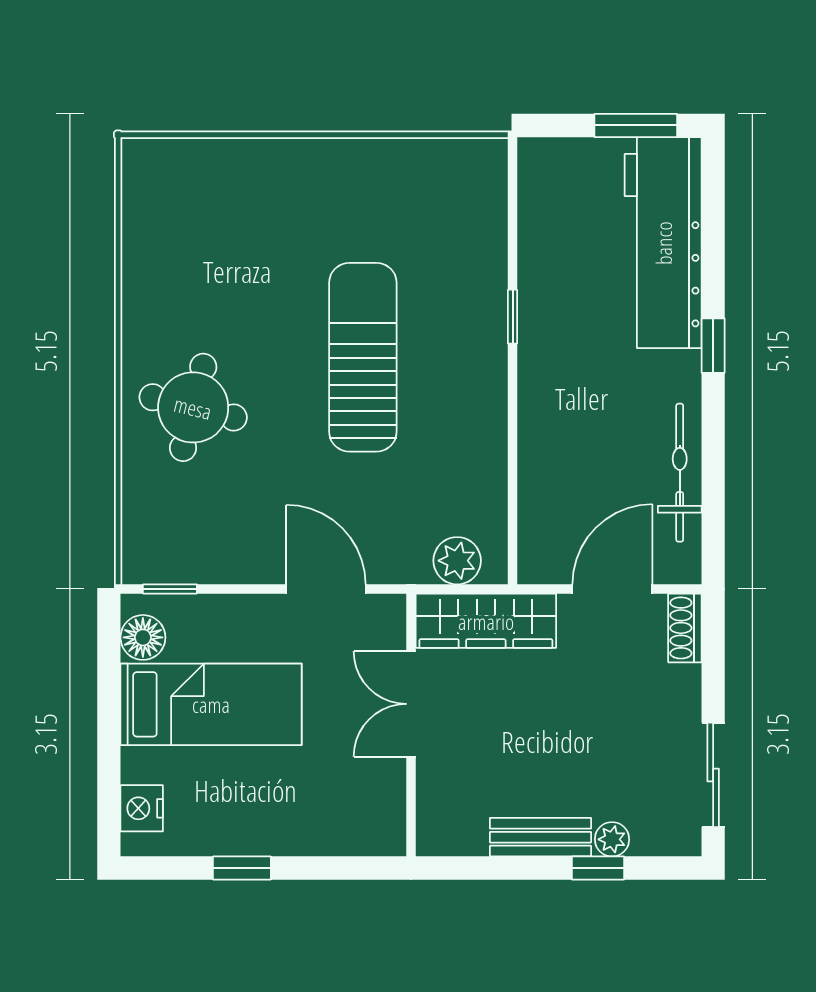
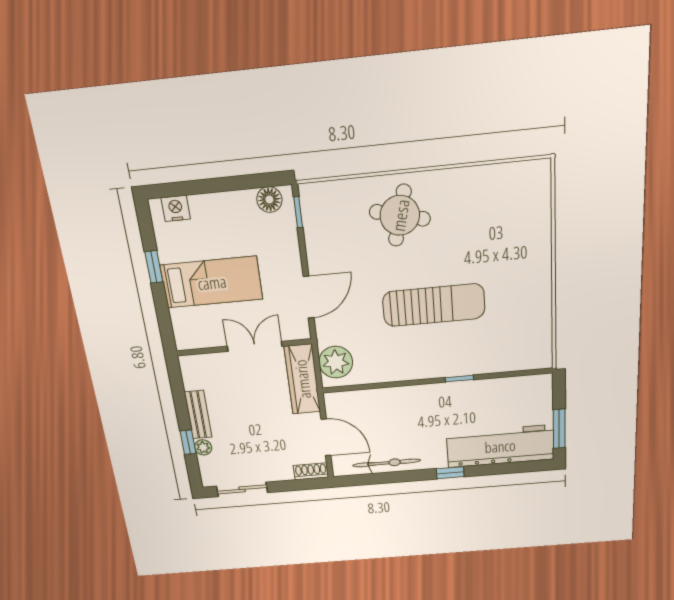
plant: (457, 561) -> (336, 362), width x1.36, depth x1.36
bed: (211, 704) -> (212, 282), moved, turned -90

